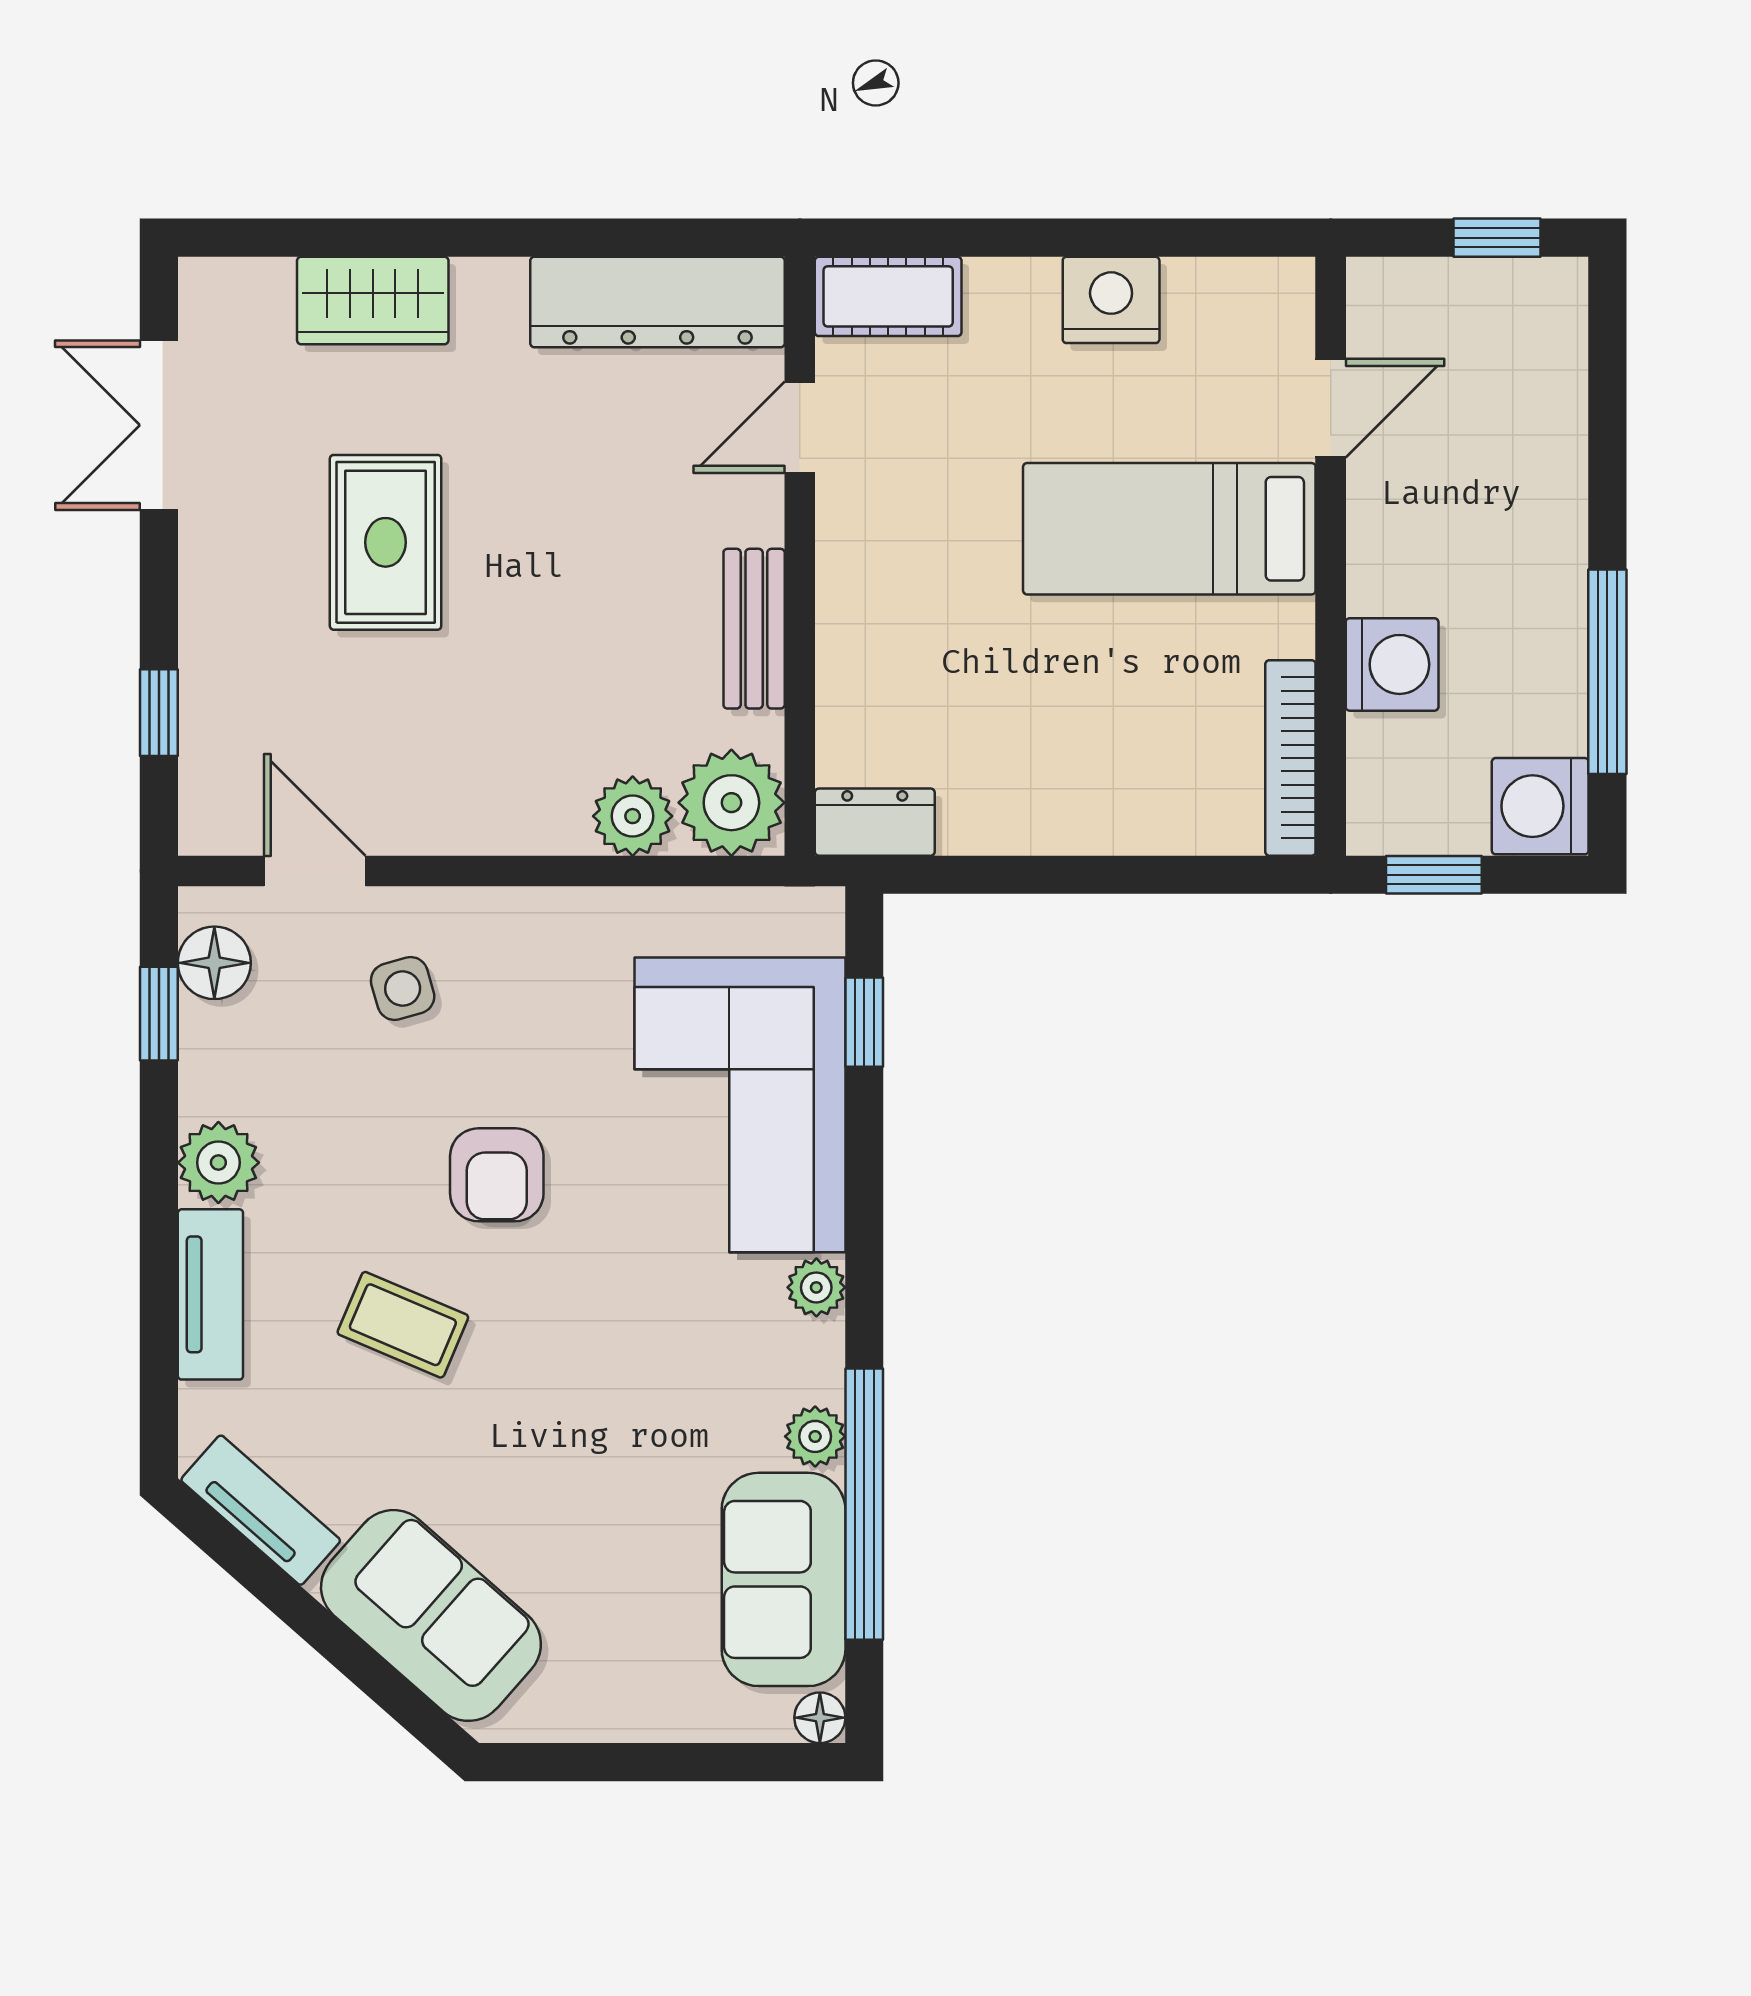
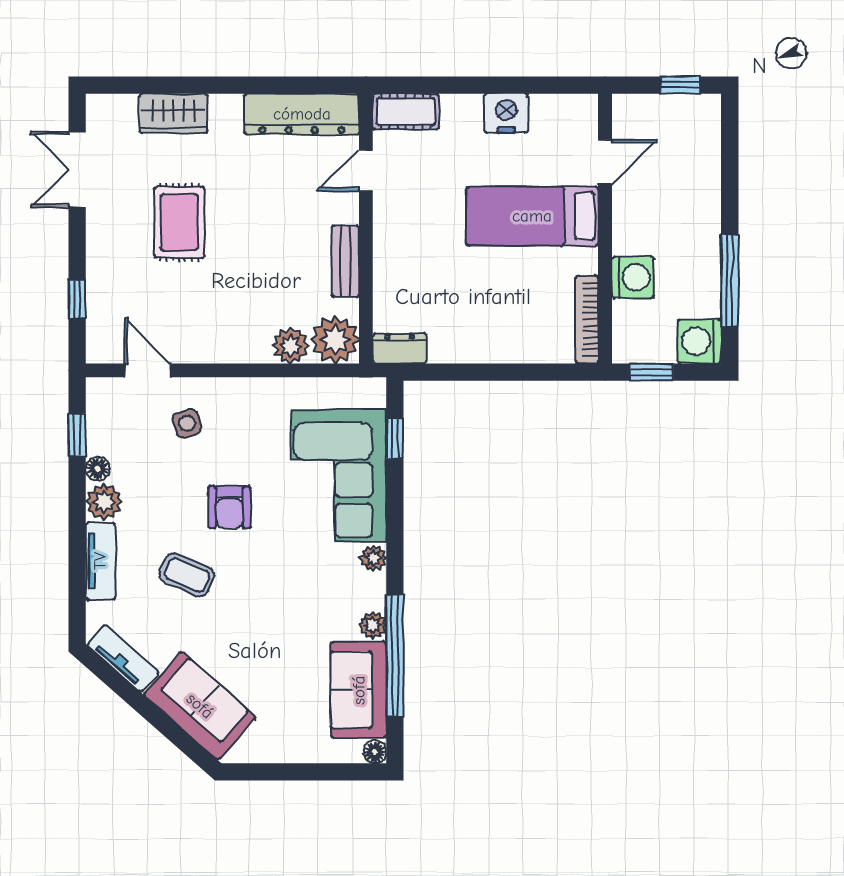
floor lamp: (214, 963) -> (98, 469), moved, width x0.73, depth x0.73

